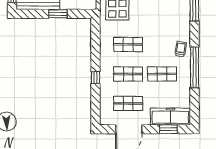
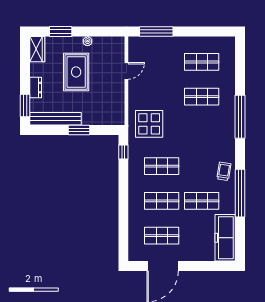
window: (95, 78) -> (123, 152), moved
freezer: (170, 117) -> (225, 238), moved, turned -90
window: (168, 129) -> (209, 266), removed

